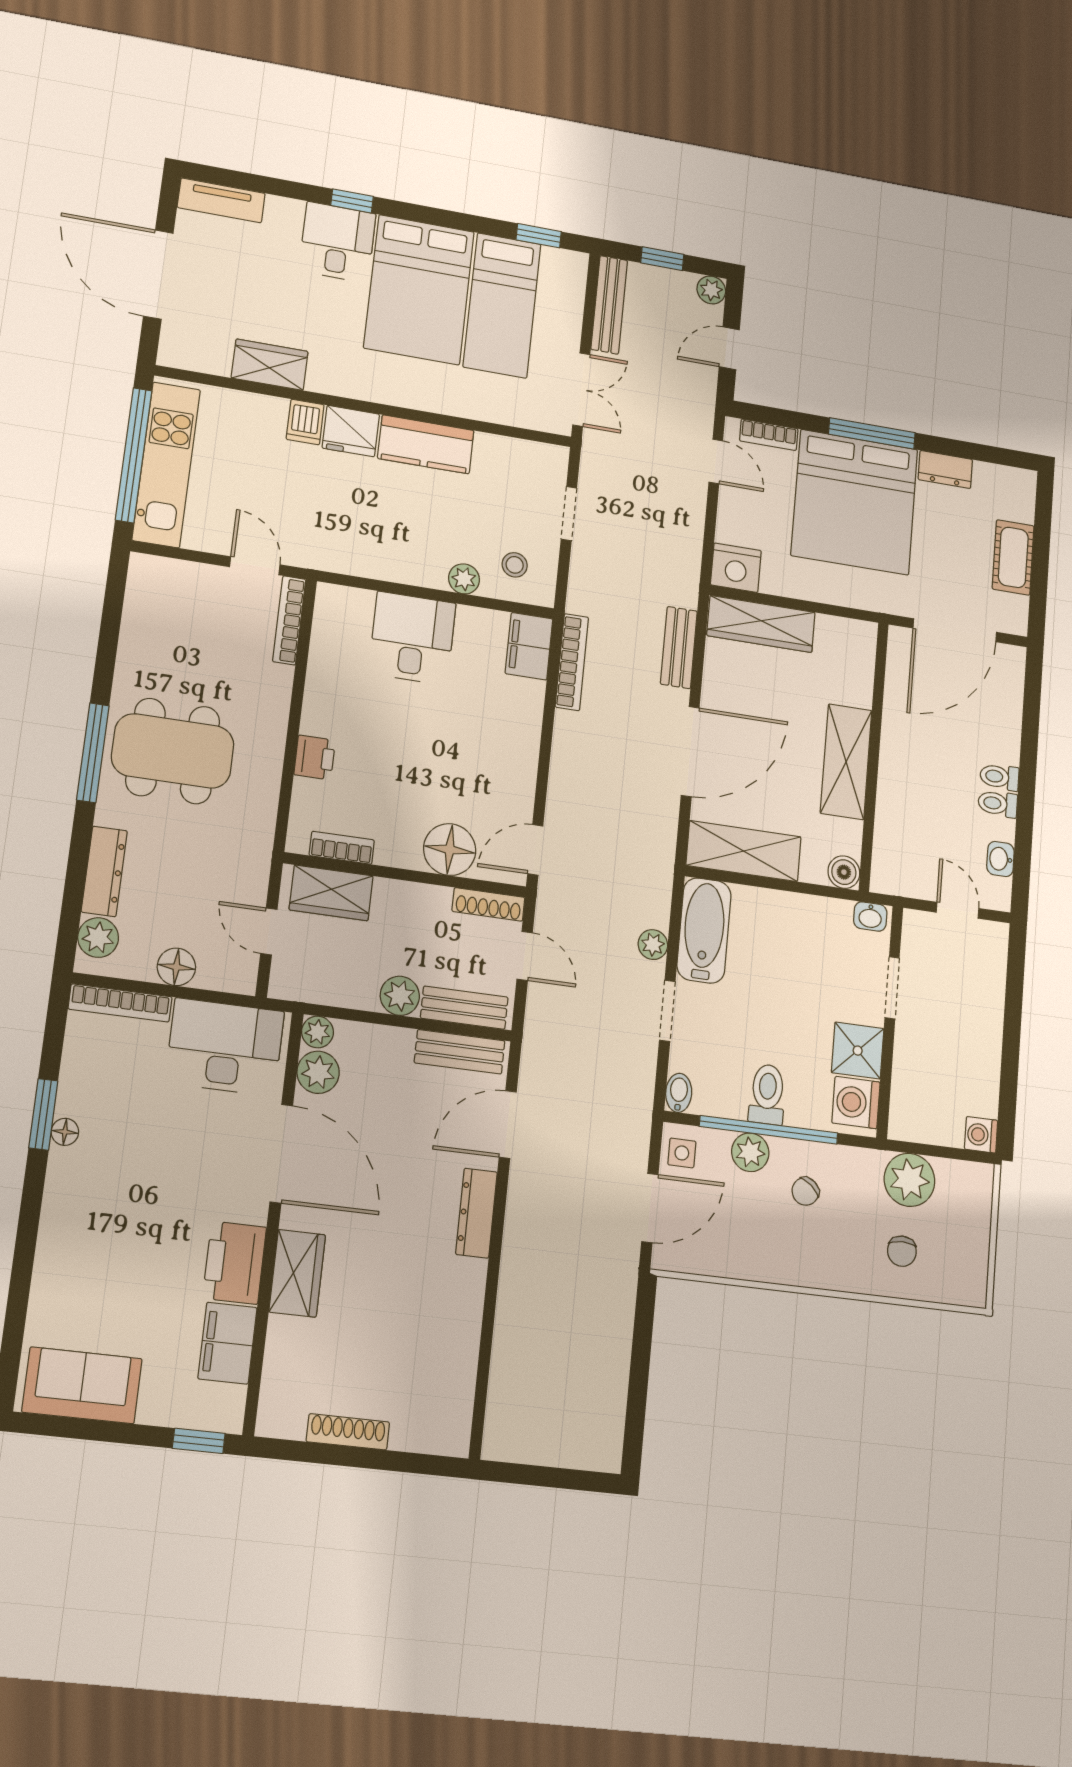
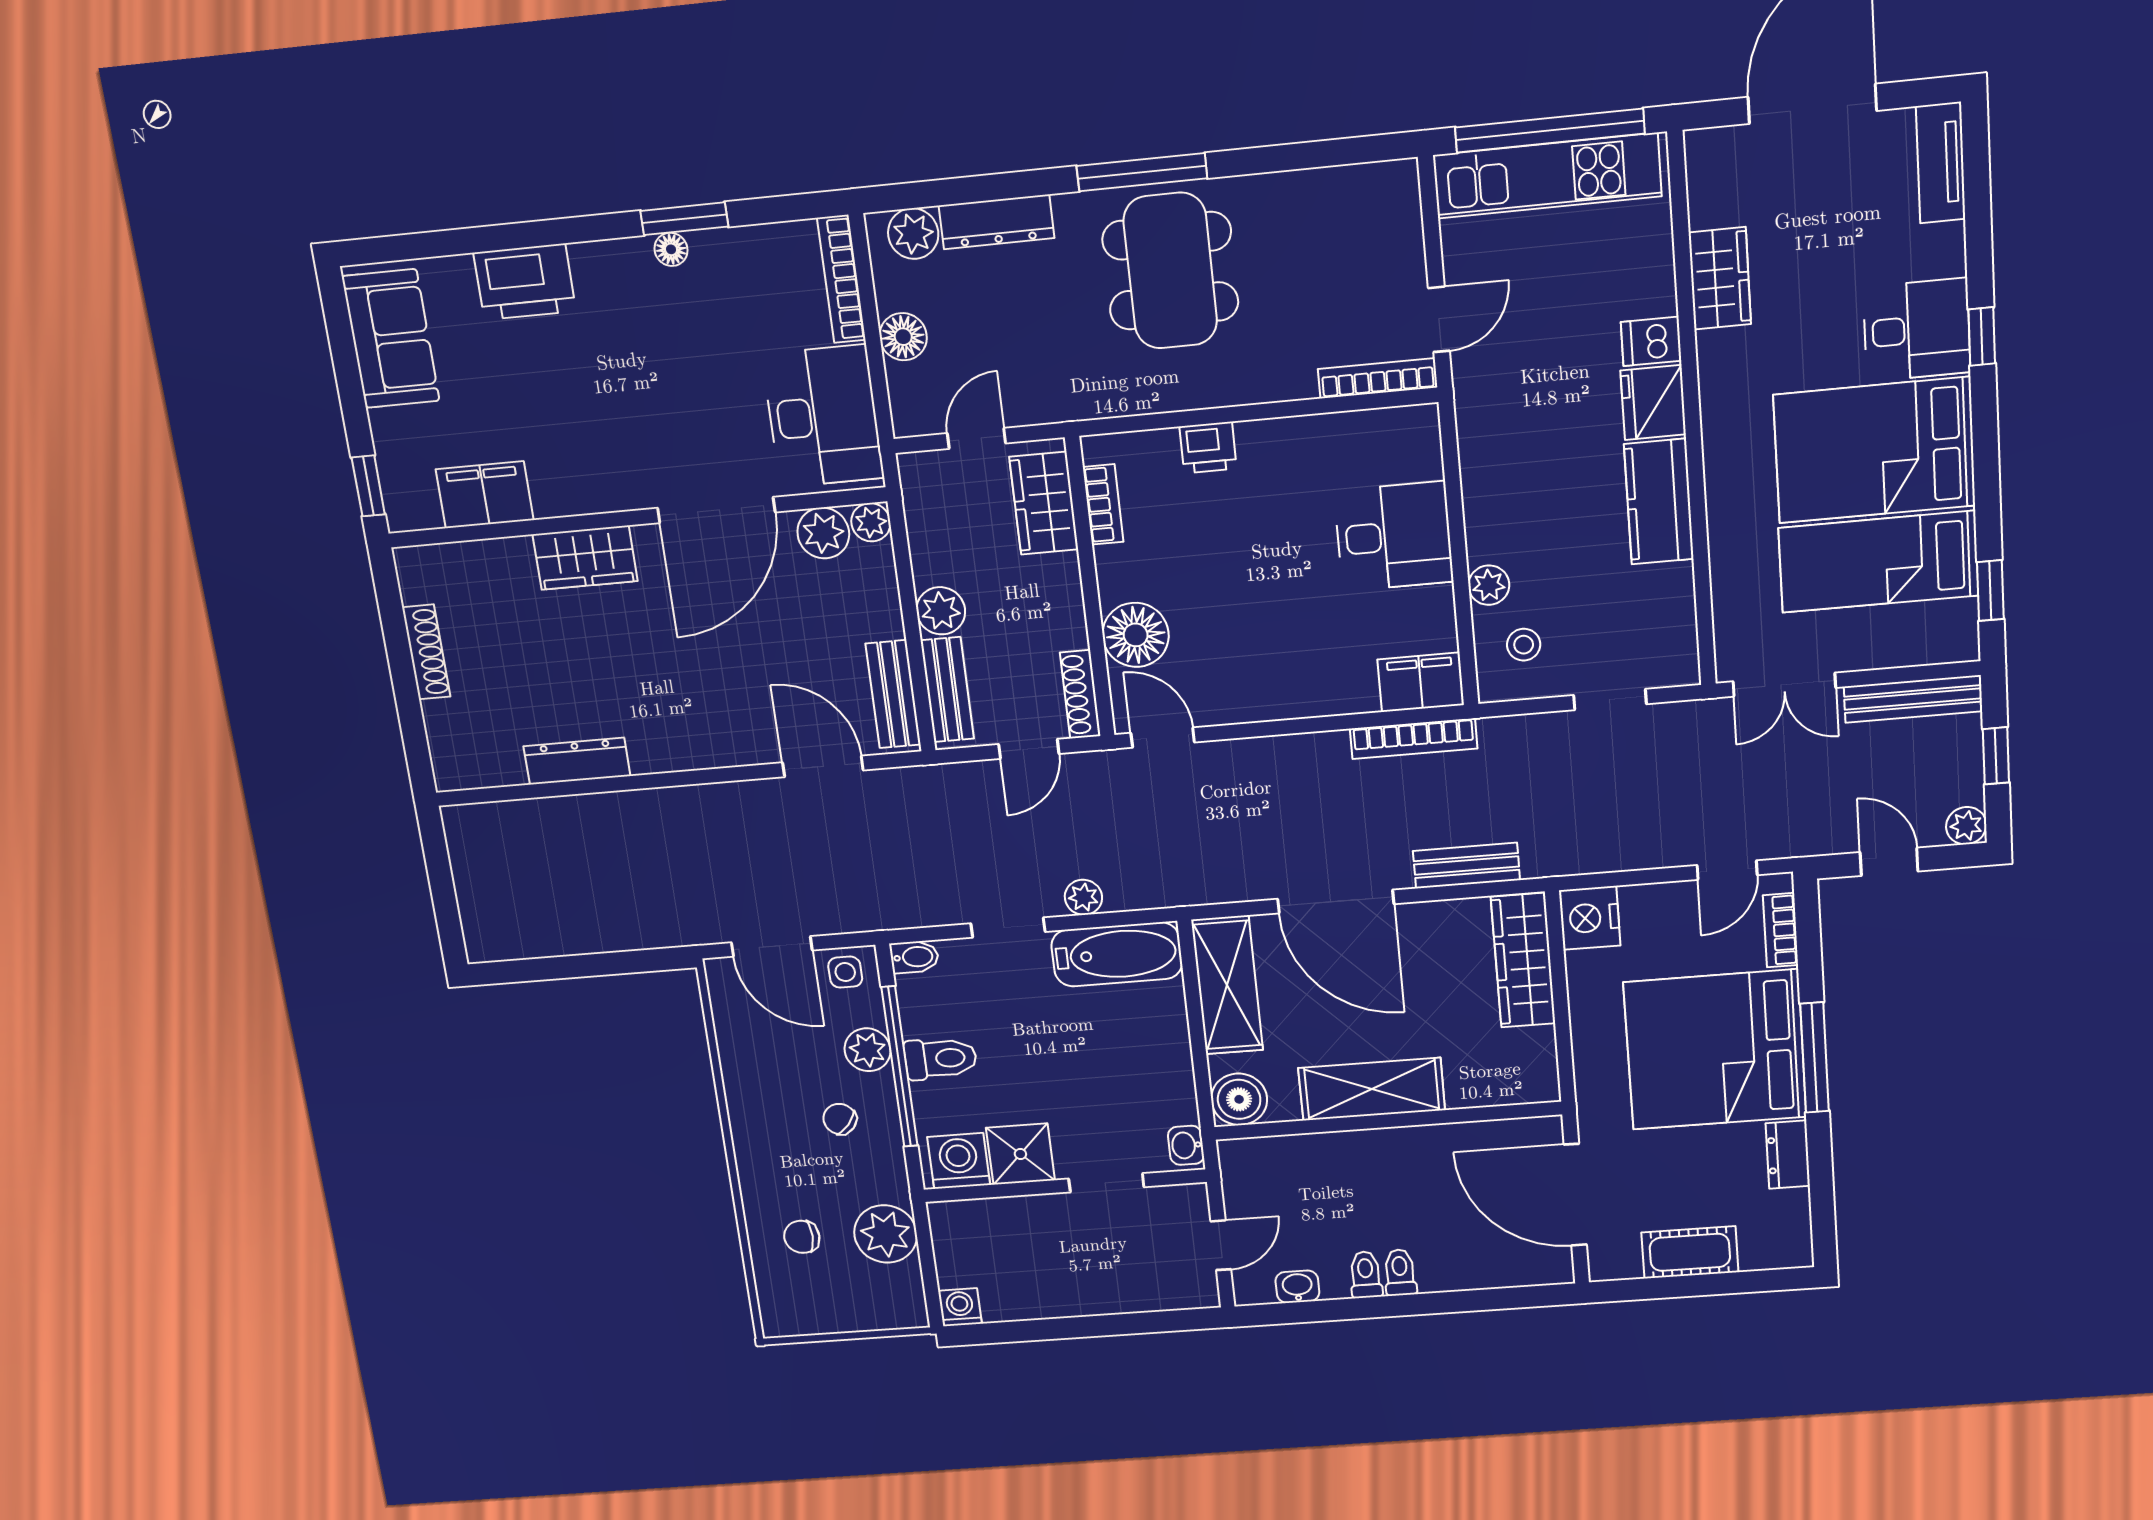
boiler: (844, 872) -> (1239, 1099), width x1.36, depth x1.36
dresser: (476, 1213) -> (577, 761), moved
printer: (235, 1263) -> (525, 282), moved, turned 180

